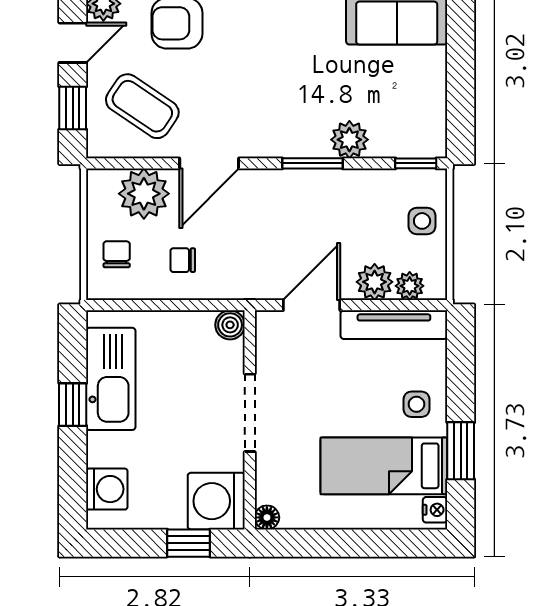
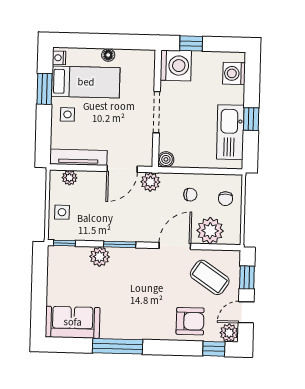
plant: (375, 282) -> (150, 182), moved
floor lamp: (267, 517) -> (108, 55), moved

